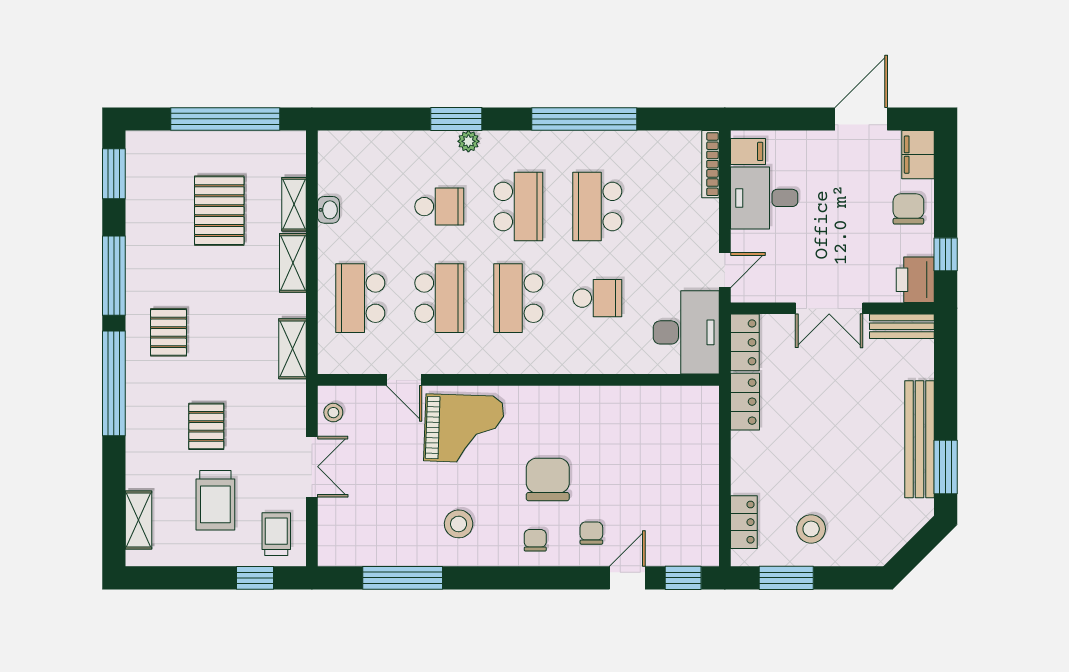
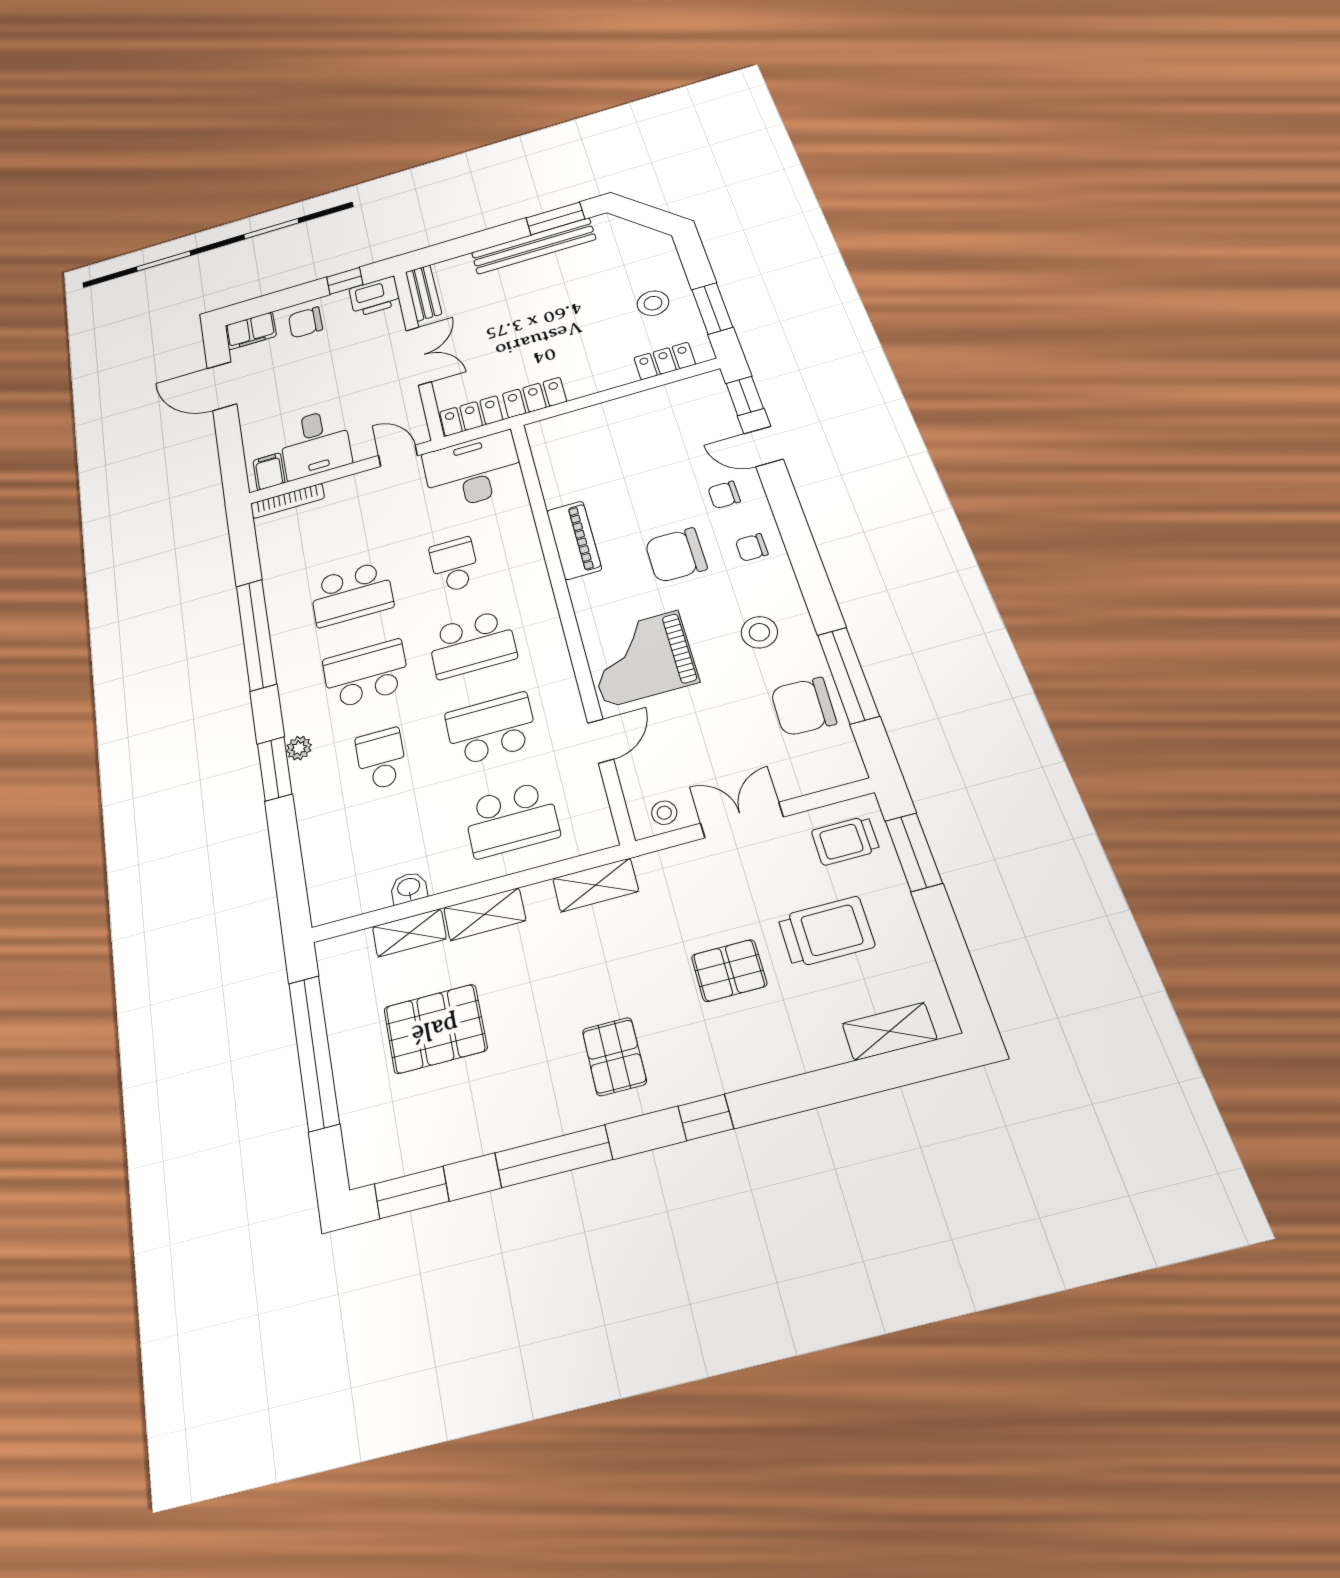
pallet: (168, 332) -> (614, 1056), turned 90
window: (114, 383) -> (706, 1117), width x0.32
piano: (589, 402) -> (574, 540), added
grand piano: (464, 429) -> (642, 659), turned -92
chair: (387, 537) -> (803, 706), added
window: (255, 578) -> (914, 852), width x1.50

